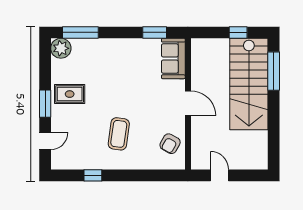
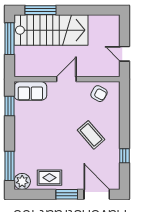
window: (238, 32) -> (9, 39), width x2.17
rug: (70, 94) -> (49, 178), moved, turned 90
coffee table: (119, 134) -> (91, 135), turned 41
door: (45, 141) -> (97, 194), width x1.88
door: (220, 175) -> (124, 54), hinge flipped

